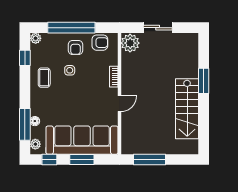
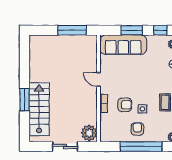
armchair: (100, 43) -> (125, 105), moved, turned 180
door: (119, 104) -> (99, 80), hinge flipped
stairs: (187, 109) -> (39, 109), moved
sofa: (82, 140) -> (123, 45), width x0.74, depth x0.79

